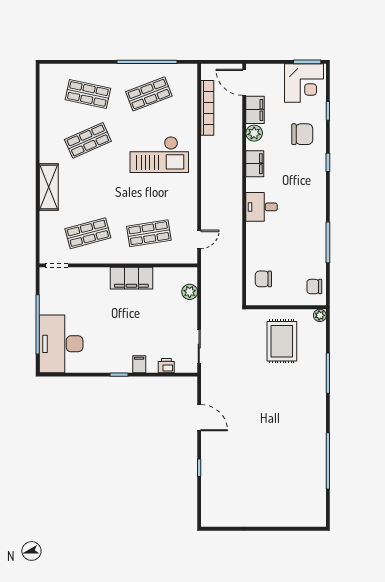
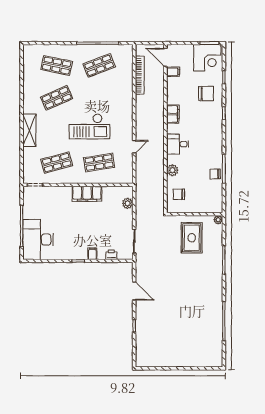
filing cabinet: (255, 110) -> (173, 72), width x0.50
plant: (254, 133) -> (172, 170), moved
checkout: (159, 155) -> (89, 126), moved
door: (199, 239) -> (134, 147), moved
chair: (314, 287) -> (215, 174), moved

